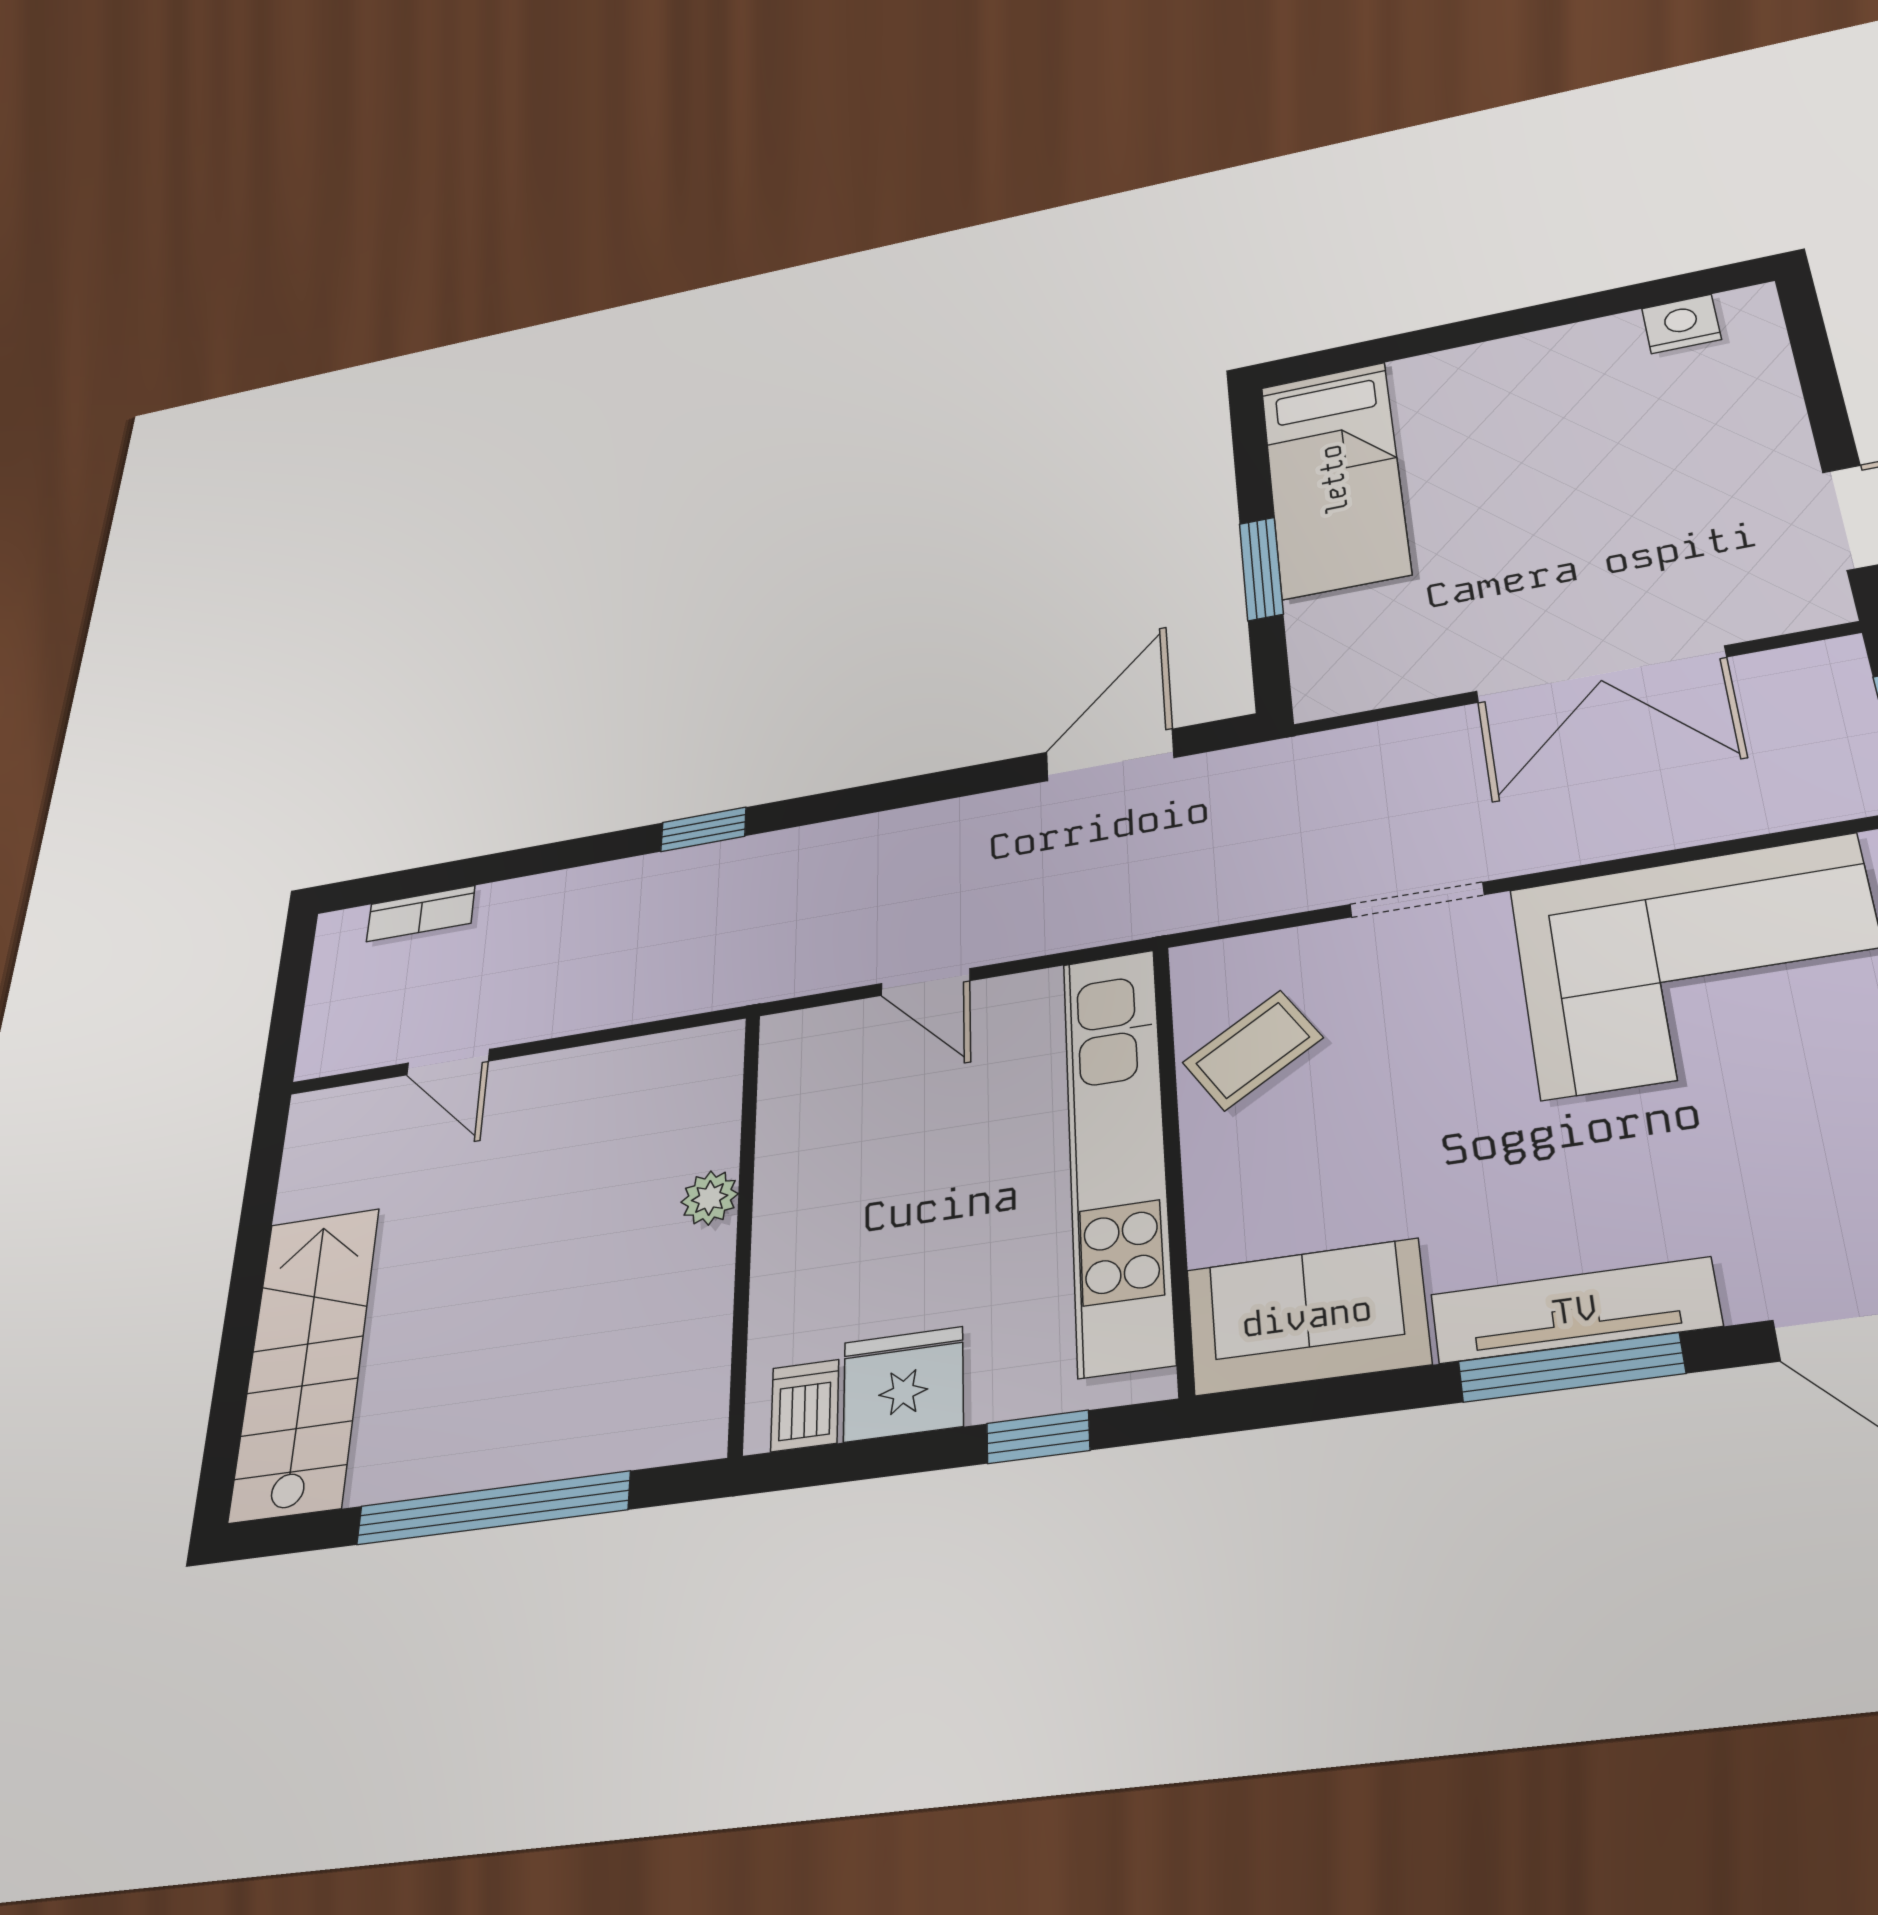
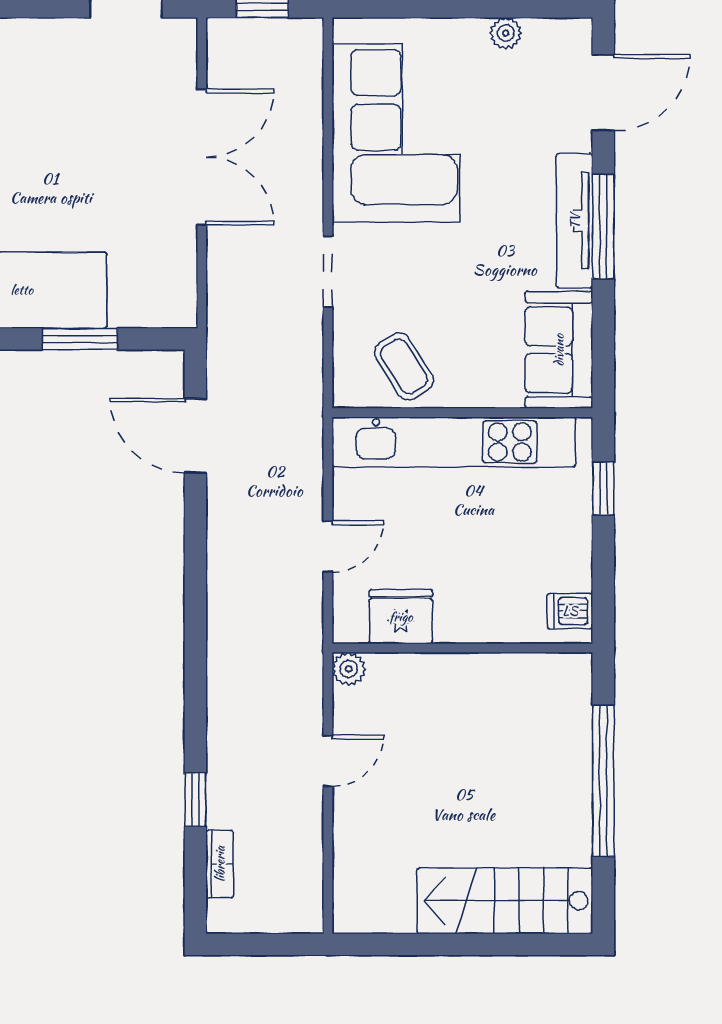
window: (703, 829) -> (195, 800), moved
door: (448, 1062) -> (328, 761), moved
plant: (710, 1198) -> (349, 669), moved
fridge: (903, 1384) -> (401, 617), moved, turned 90

